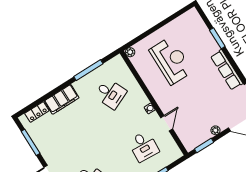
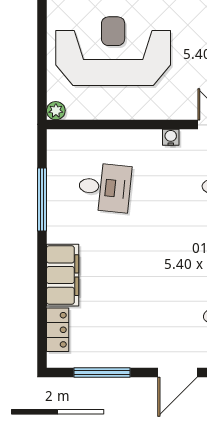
reception desk: (171, 61) -> (113, 51), width x1.36, depth x1.30
desk: (110, 94) -> (105, 187), turned 30

